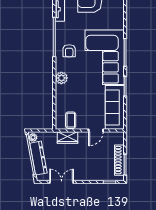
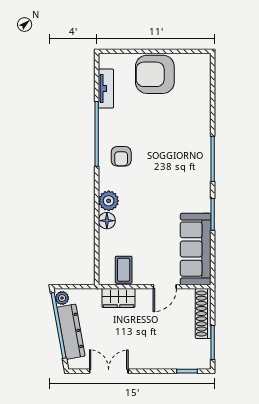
corner sofa: (105, 57) -> (179, 167), removed
floor lamp: (60, 90) -> (107, 221), added
shoe rack: (119, 160) -> (203, 314), moved

